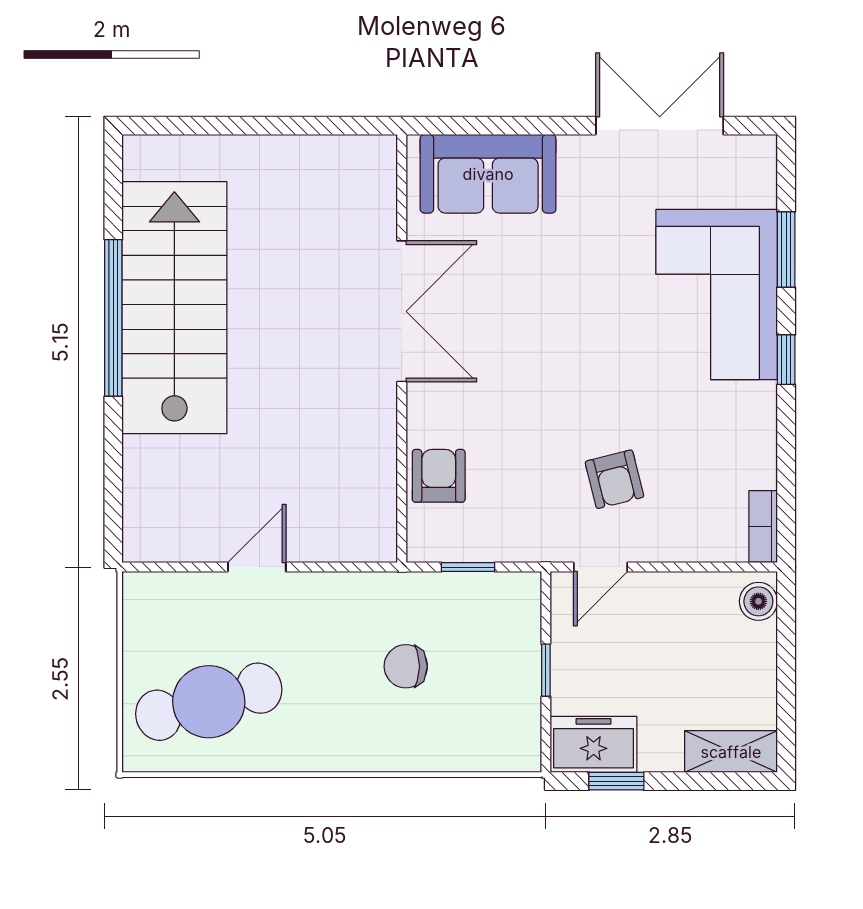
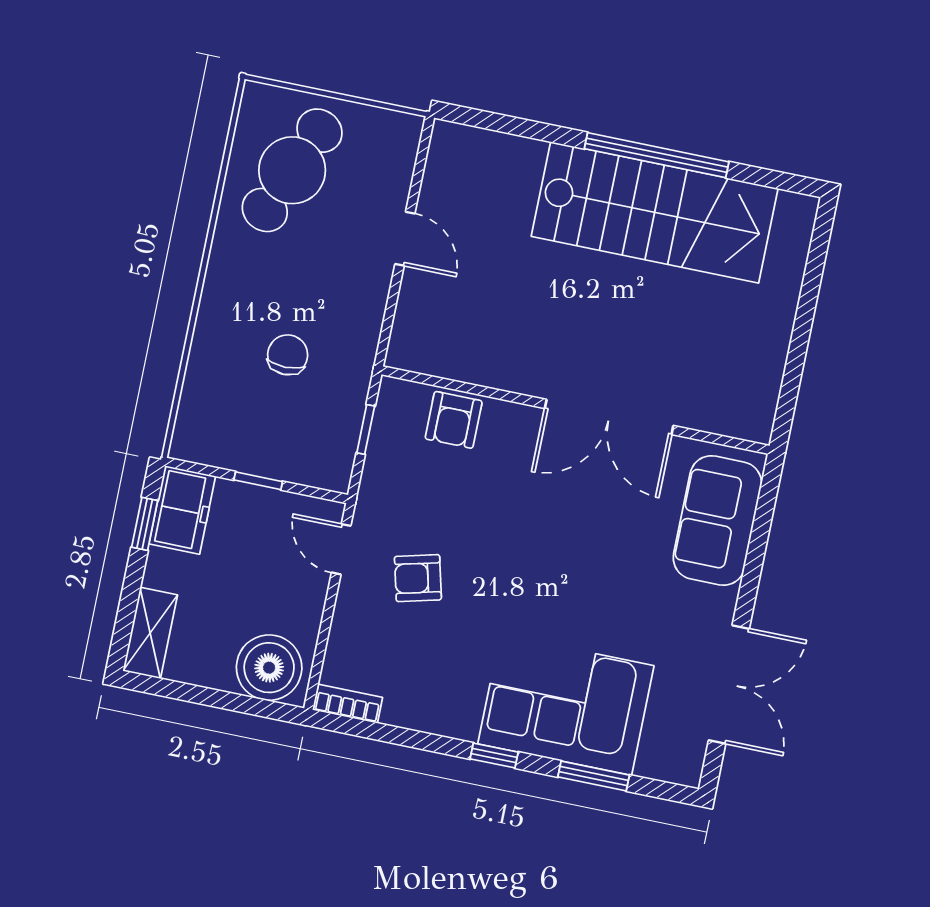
armchair: (439, 476) -> (454, 420), turned 90
boiler: (758, 601) -> (269, 668), width x1.86, depth x1.86
cafe table: (209, 702) -> (292, 170), turned 38

